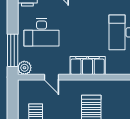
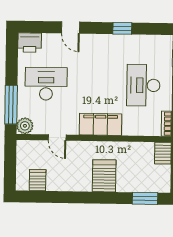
desk: (42, 32) -> (46, 84), turned 180

